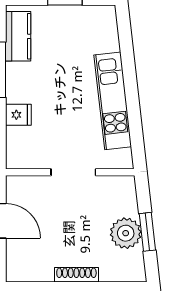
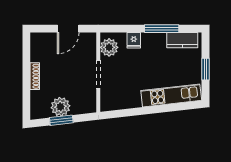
kitchen unit: (113, 101) -> (171, 95), moved
plant: (30, 155) -> (109, 47), added

